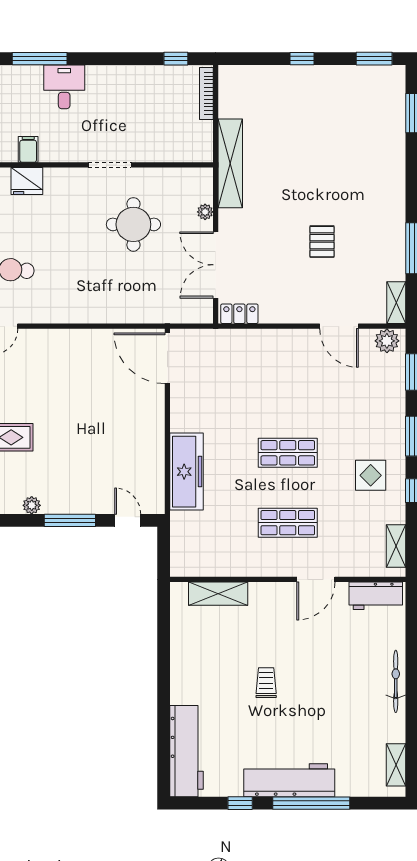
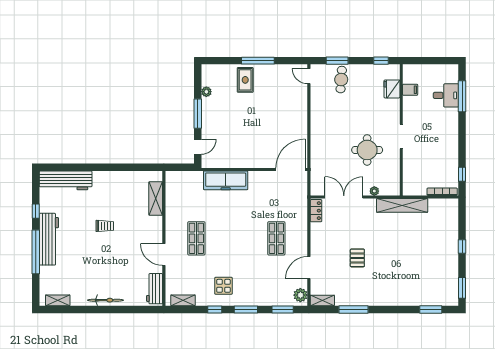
desk: (64, 87) -> (446, 95), moved
pallet: (322, 242) -> (357, 258), turned 90
shop shelf: (288, 453) -> (276, 238), moved

